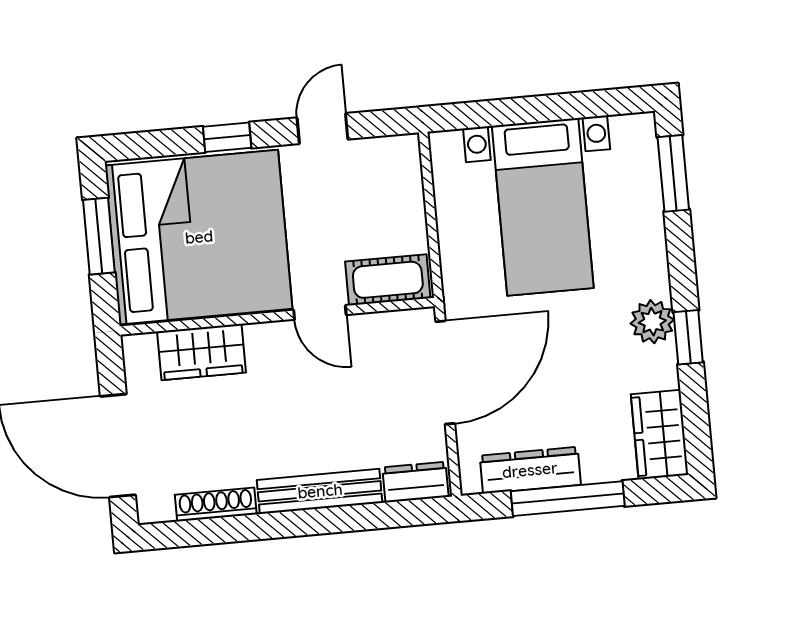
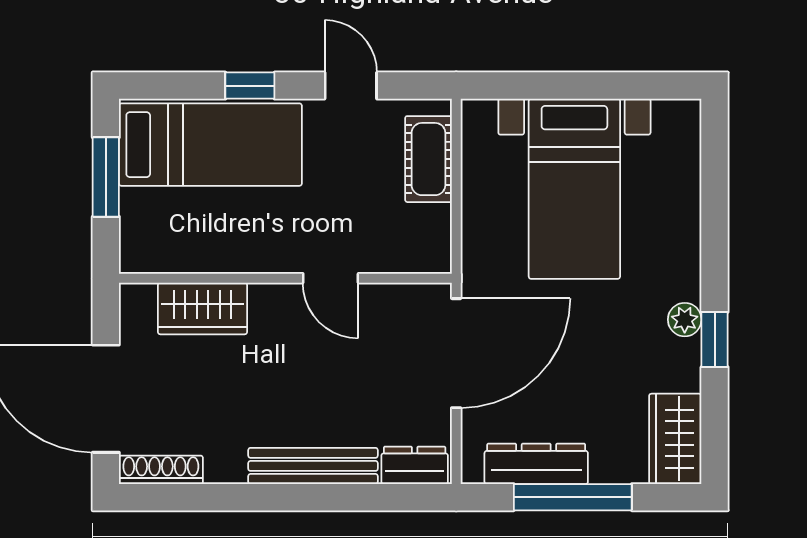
door: (322, 129) -> (351, 86), hinge flipped
window: (673, 173) -> (715, 166), removed
bed: (199, 237) -> (210, 145), width x0.49
cot: (388, 280) -> (428, 159), moved, turned 90
plant: (652, 322) -> (685, 320), width x0.73, depth x0.73
shoe rack: (216, 505) -> (161, 470), moved

